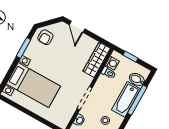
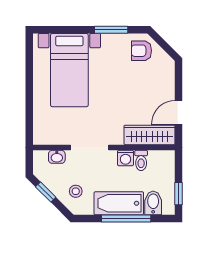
door: (77, 27) -> (179, 112), moved
window: (130, 57) -> (179, 194), moved
washing machine: (112, 63) -> (125, 158), moved

